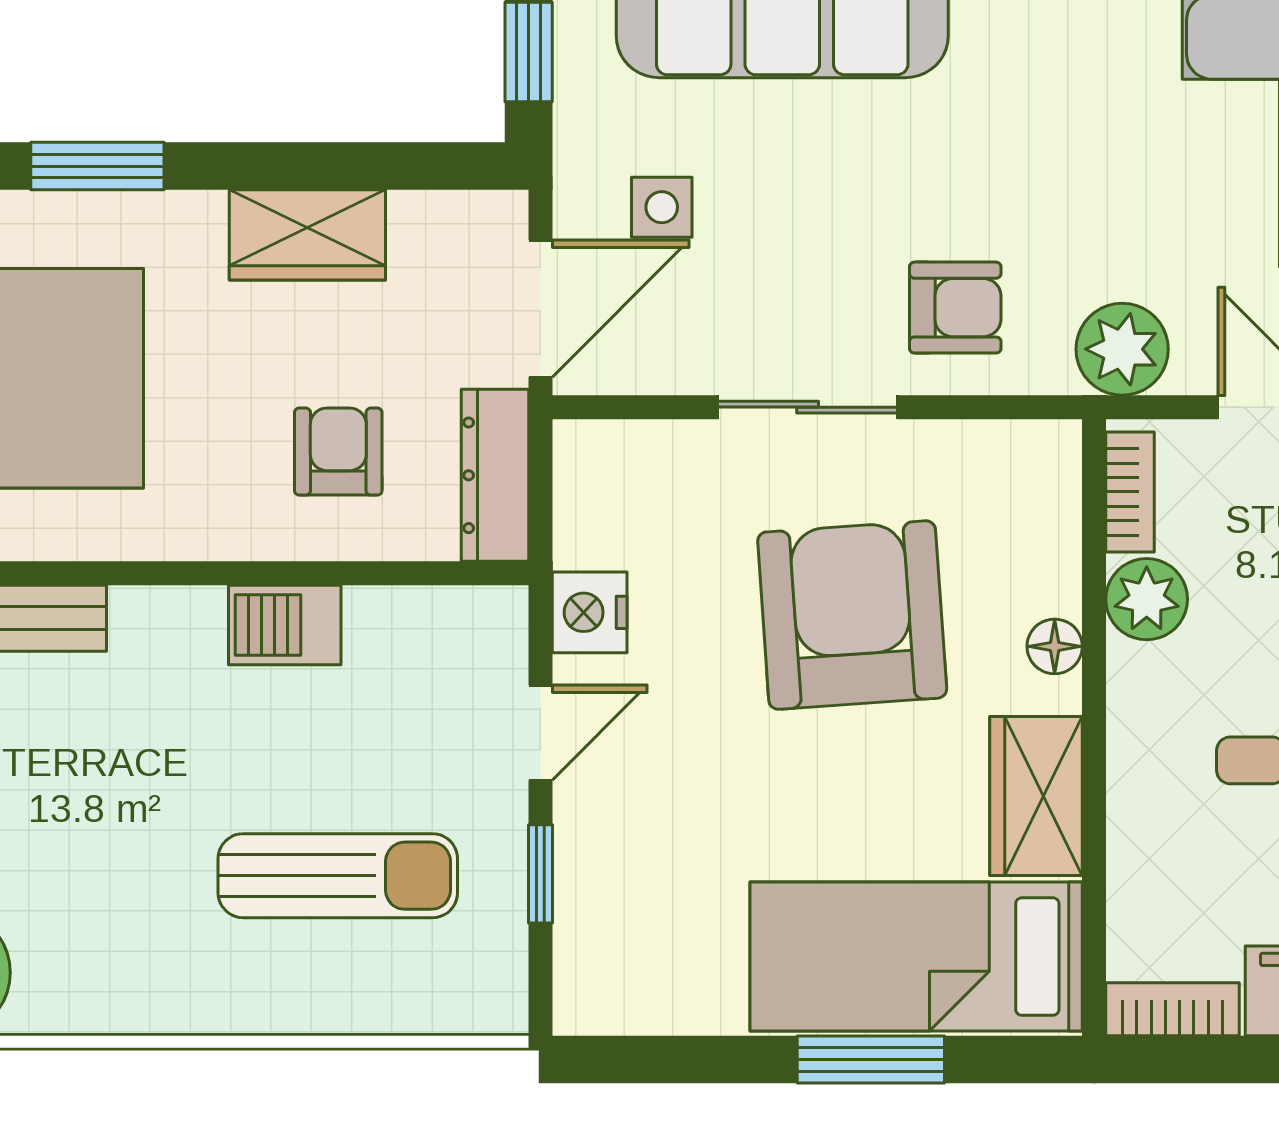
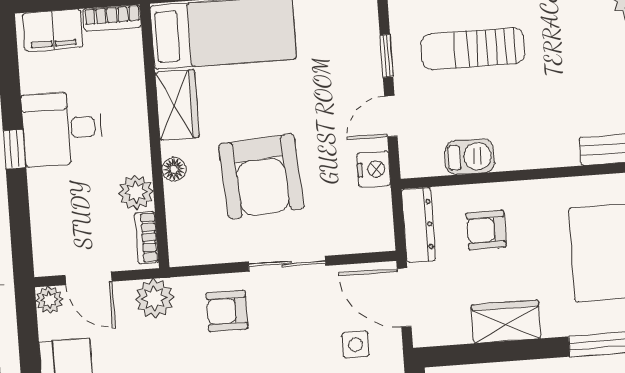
door: (540, 309) -> (404, 297), hinge flipped
armchair: (338, 452) -> (486, 230), turned 90
barbecue: (285, 625) -> (470, 157), moved

